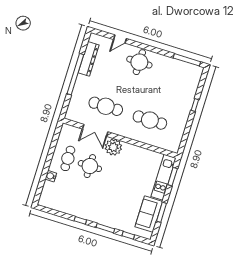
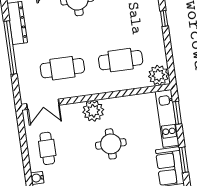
double door: (95, 130) -> (43, 104), moved
plant: (172, 144) -> (158, 75), added
round table: (90, 166) -> (111, 144), moved

